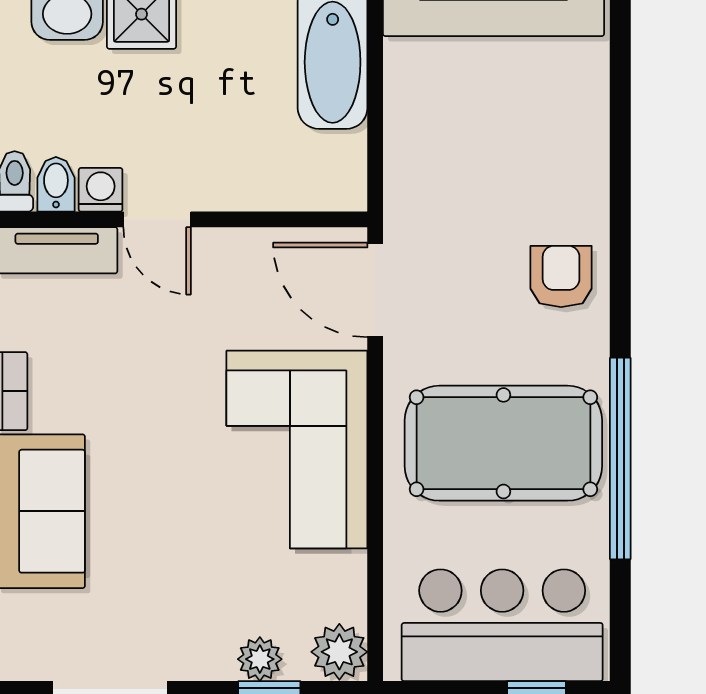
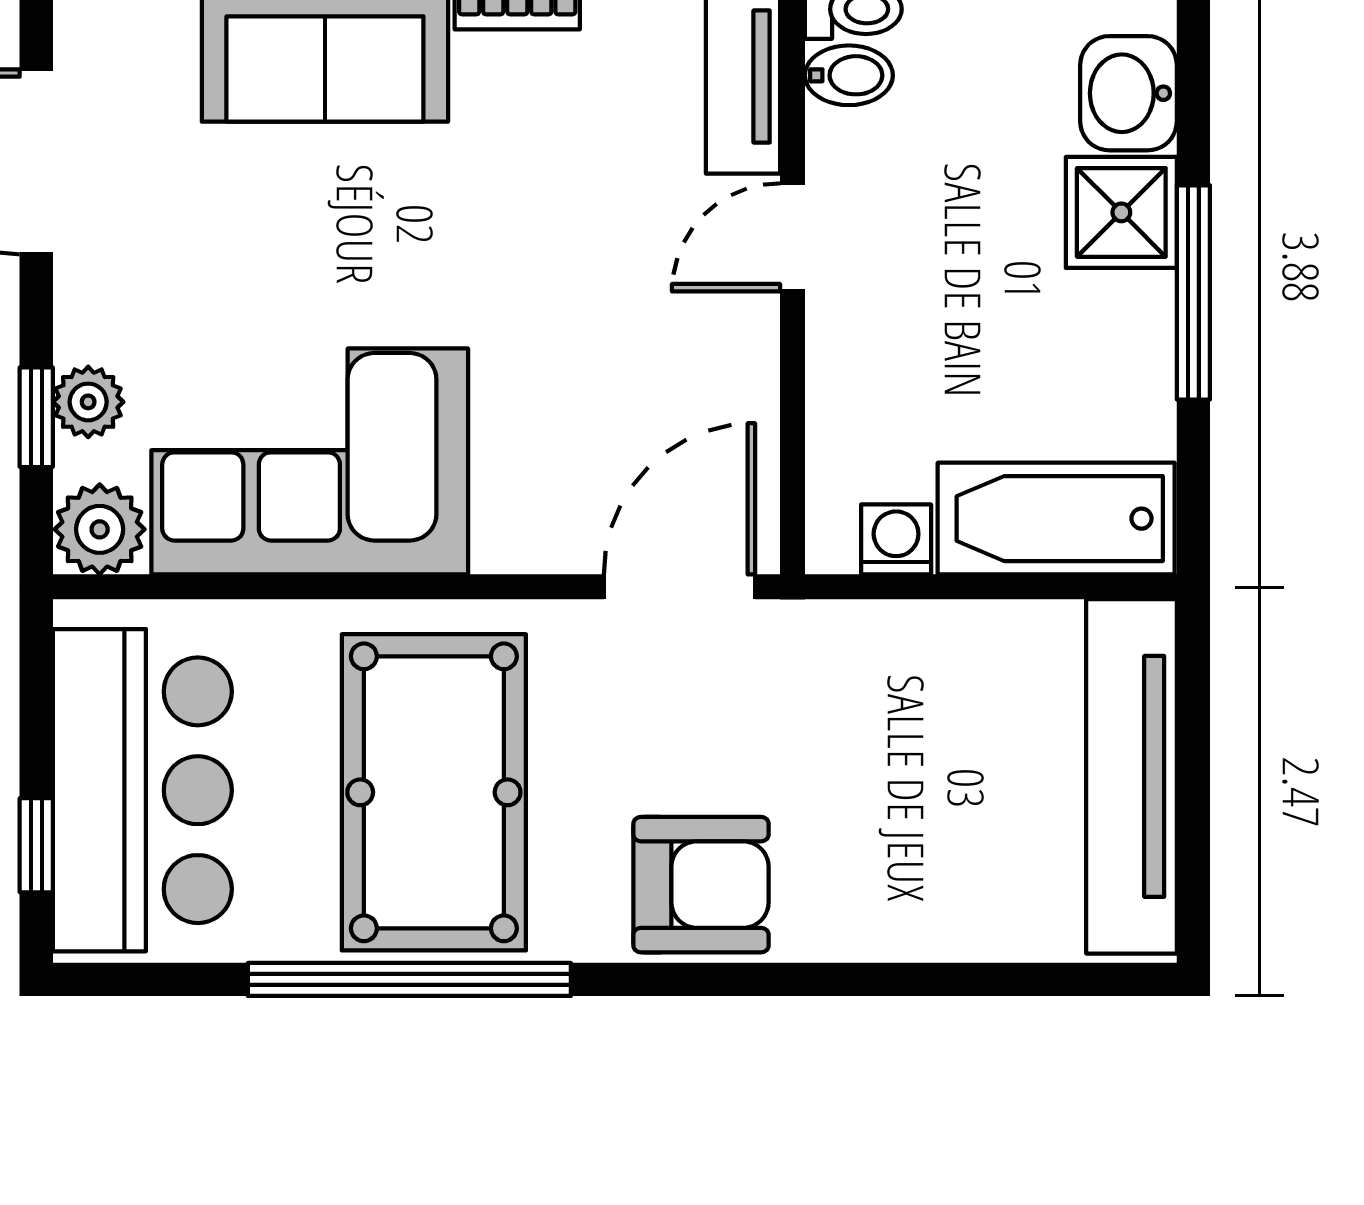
washing machine: (101, 190) -> (896, 539), moved, turned -90
armchair: (561, 276) -> (701, 885), width x1.38, depth x1.38
corner sofa: (297, 450) -> (310, 461), moved

